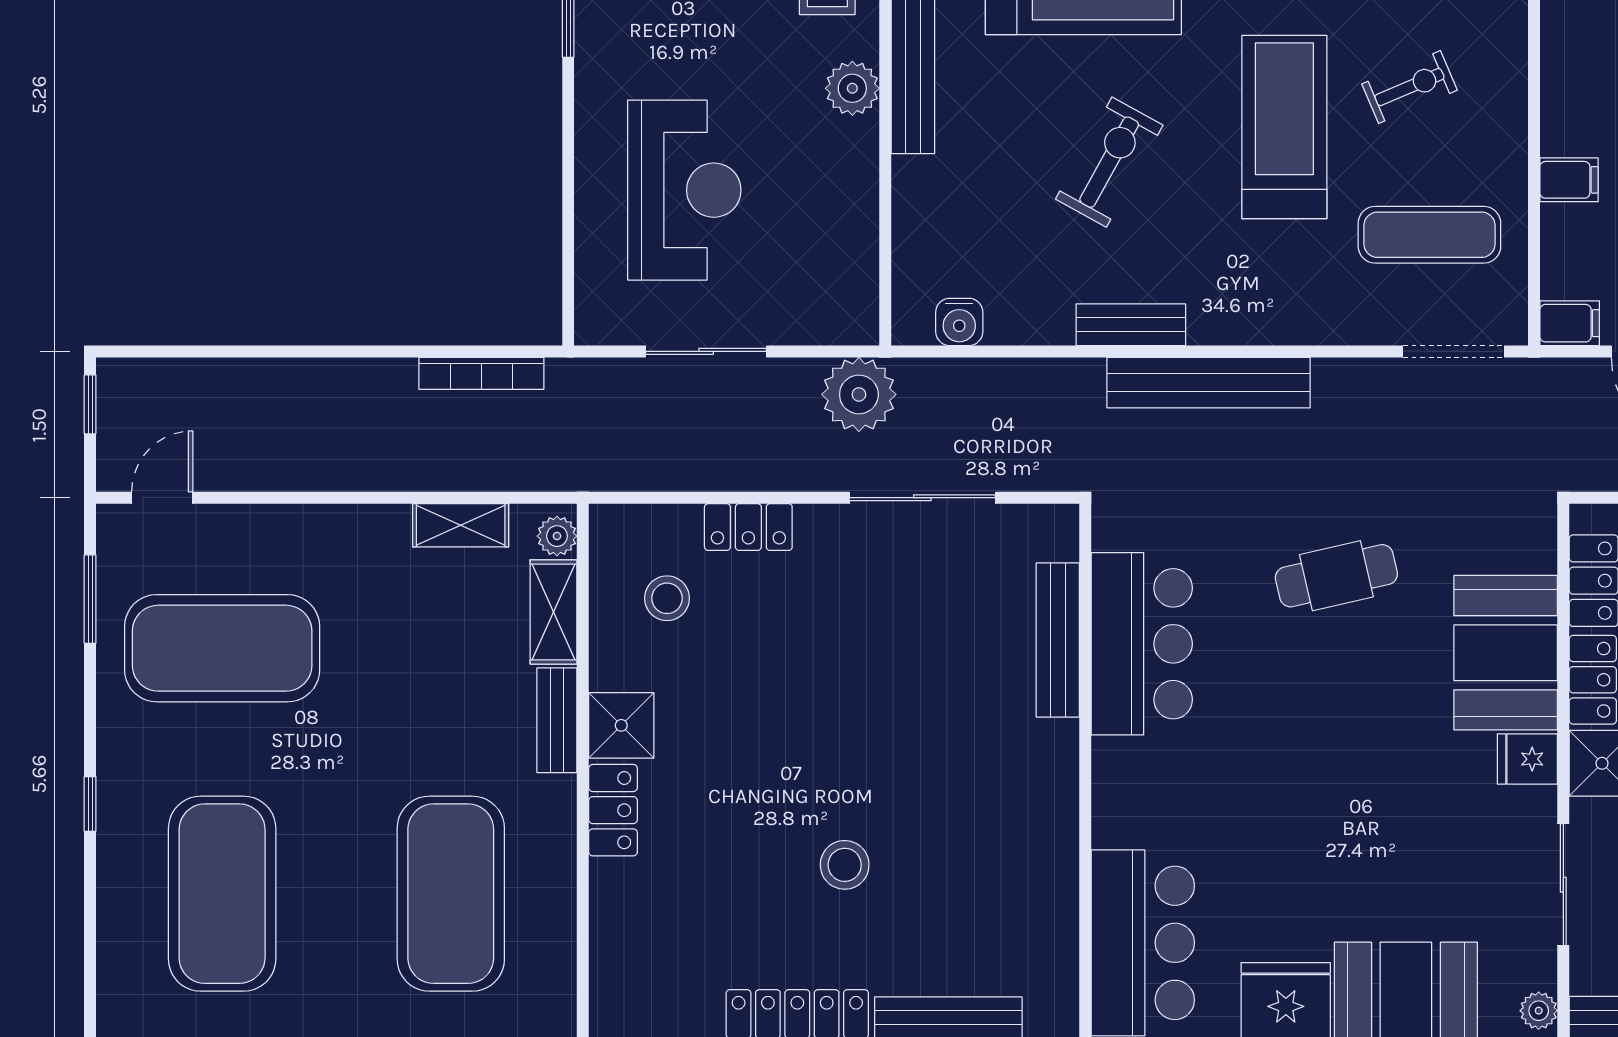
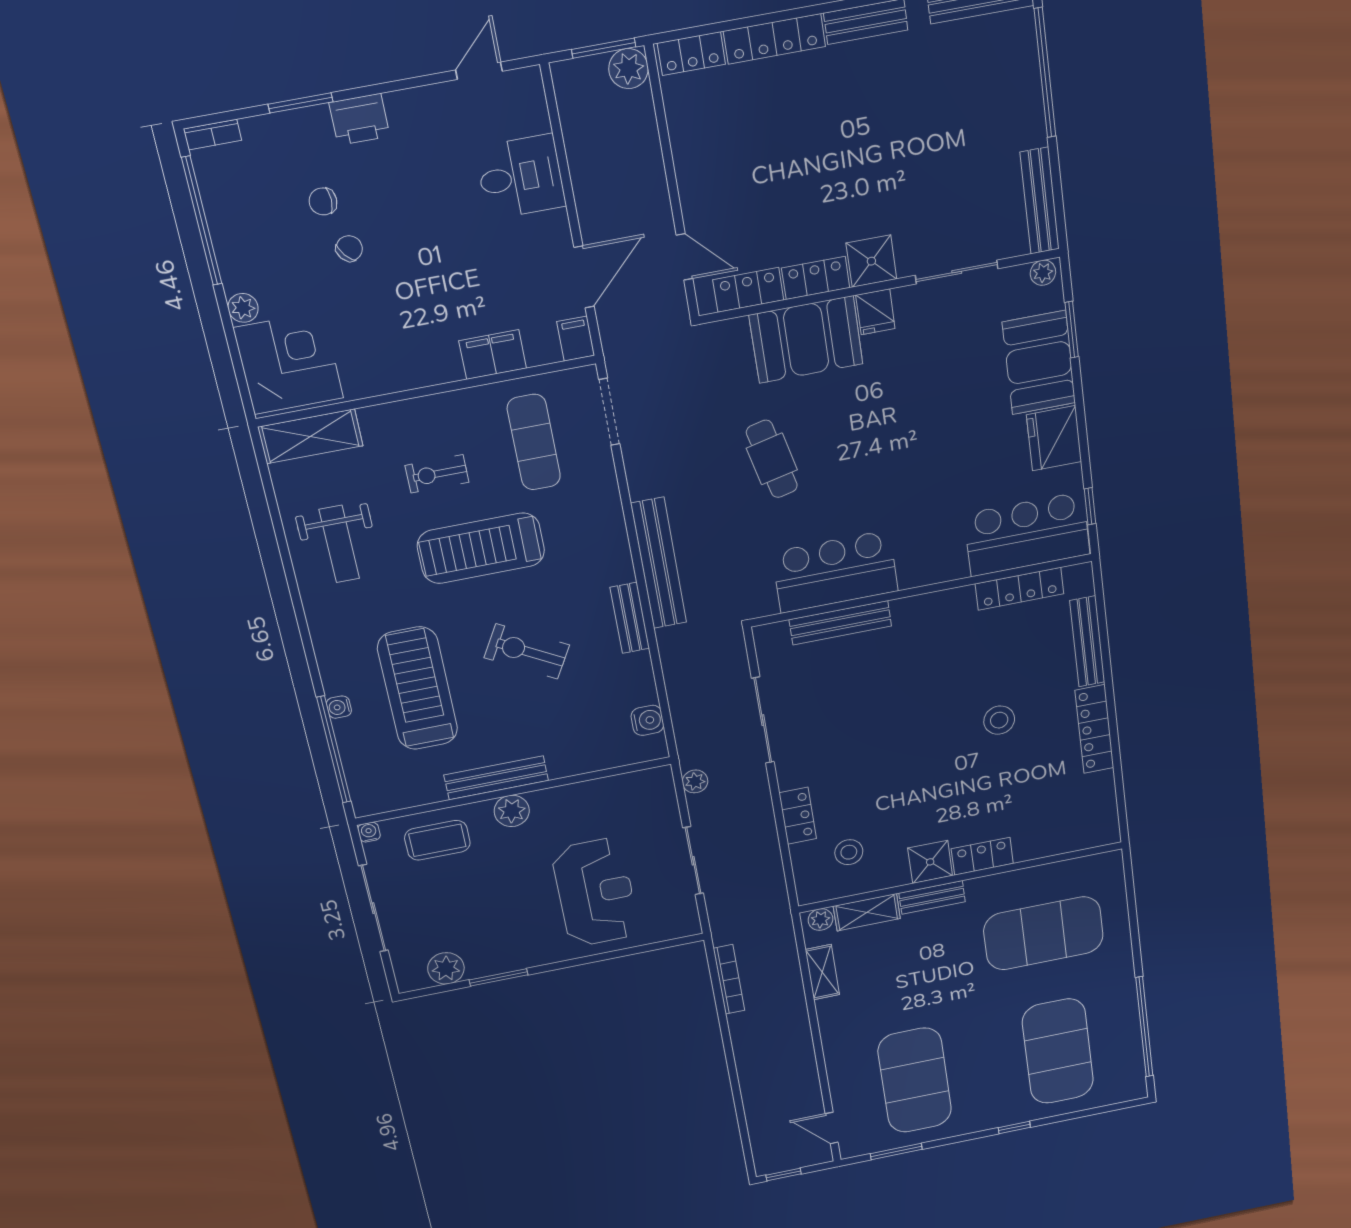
exercise bike: (1410, 87) -> (437, 474), turned -67
filing cabinet: (1569, 180) -> (493, 355), width x2.00
reception desk: (684, 190) -> (596, 892), turned 90
plant: (859, 394) -> (695, 781), width x0.53, depth x0.53
exercise mat: (222, 894) -> (1058, 1051), turned 90
locker: (1057, 921) -> (1019, 589), added

